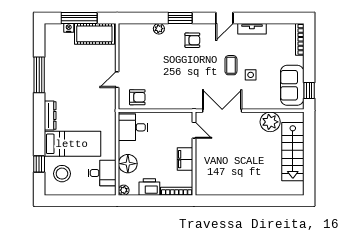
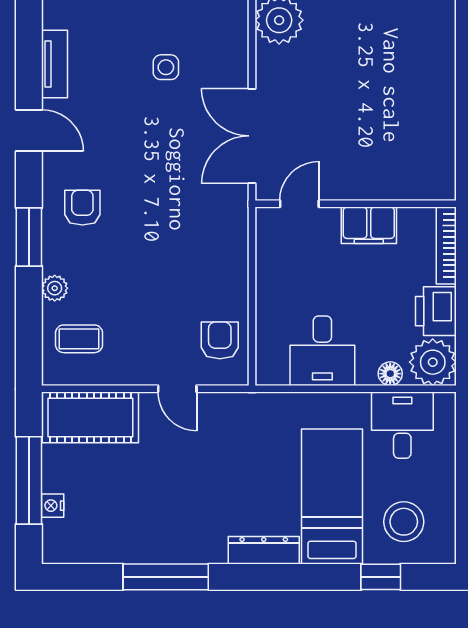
cot: (94, 34) -> (90, 417), moved, turned 90
coffee table: (231, 65) -> (79, 339), moved
desk: (133, 127) -> (322, 351), moved
floor lamp: (128, 164) -> (390, 374), width x0.53, depth x0.53
plant: (124, 190) -> (433, 362), width x1.88, depth x1.88

